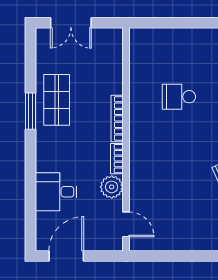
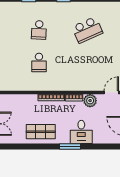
window: (31, 111) -> (70, 146), moved
desk: (56, 192) -> (81, 132), moved

